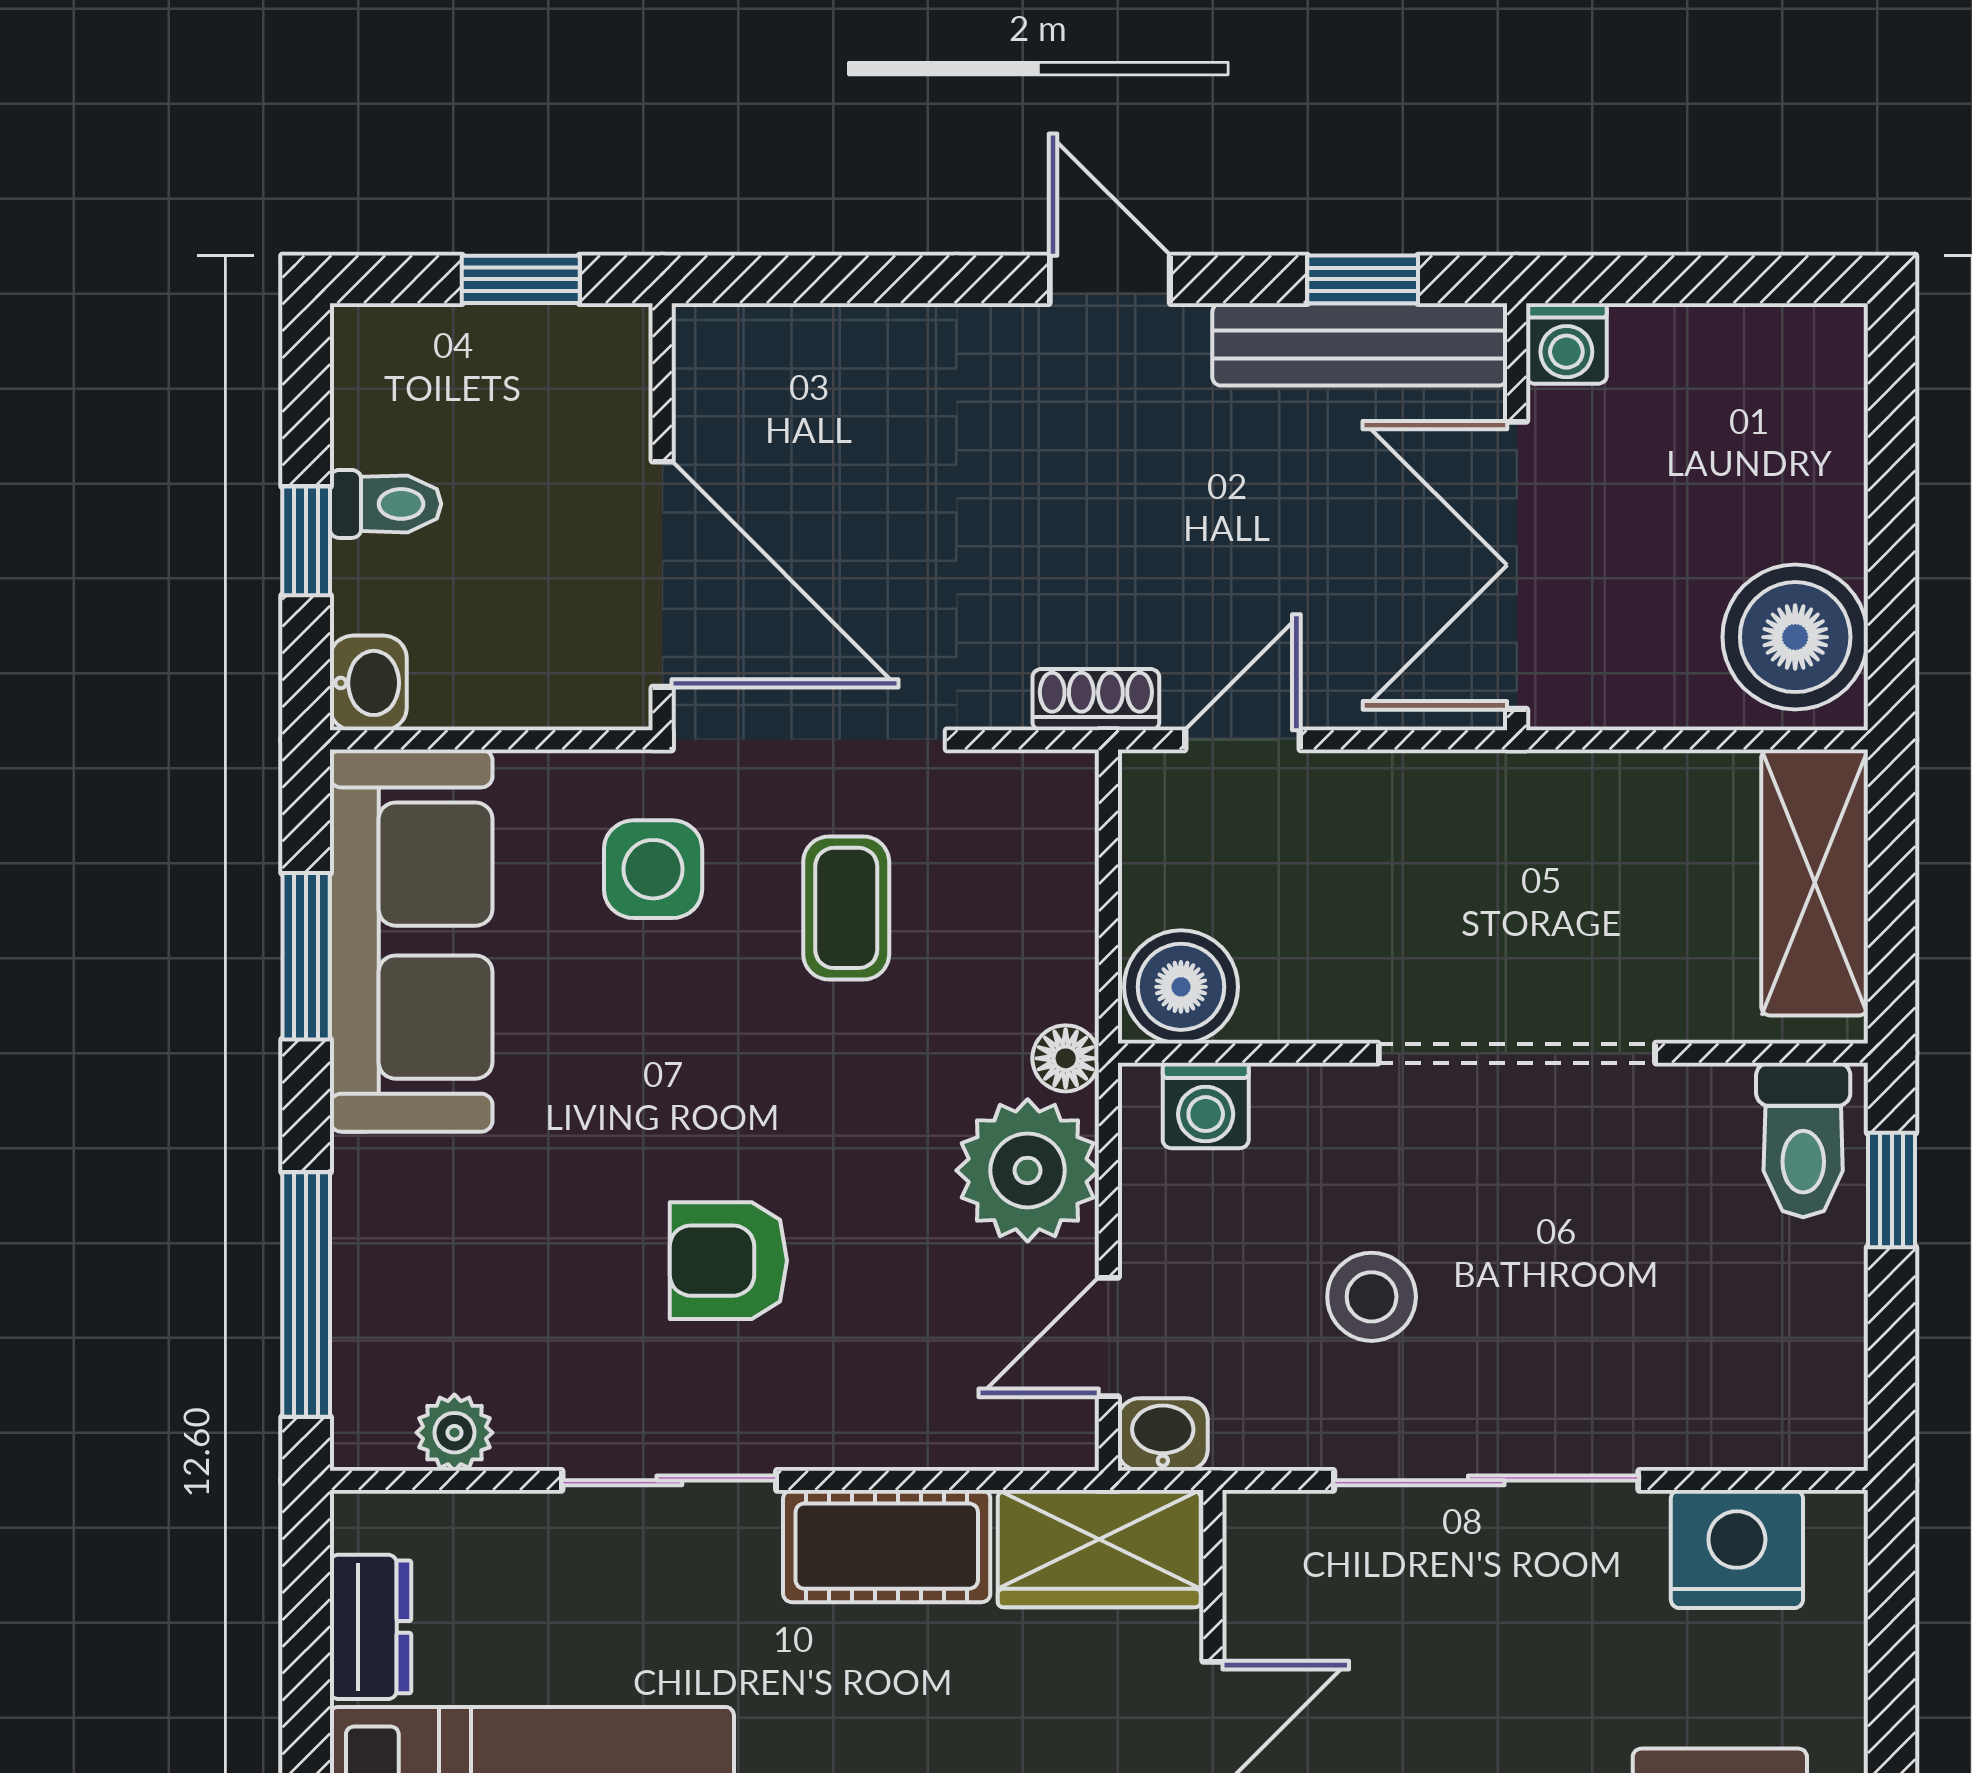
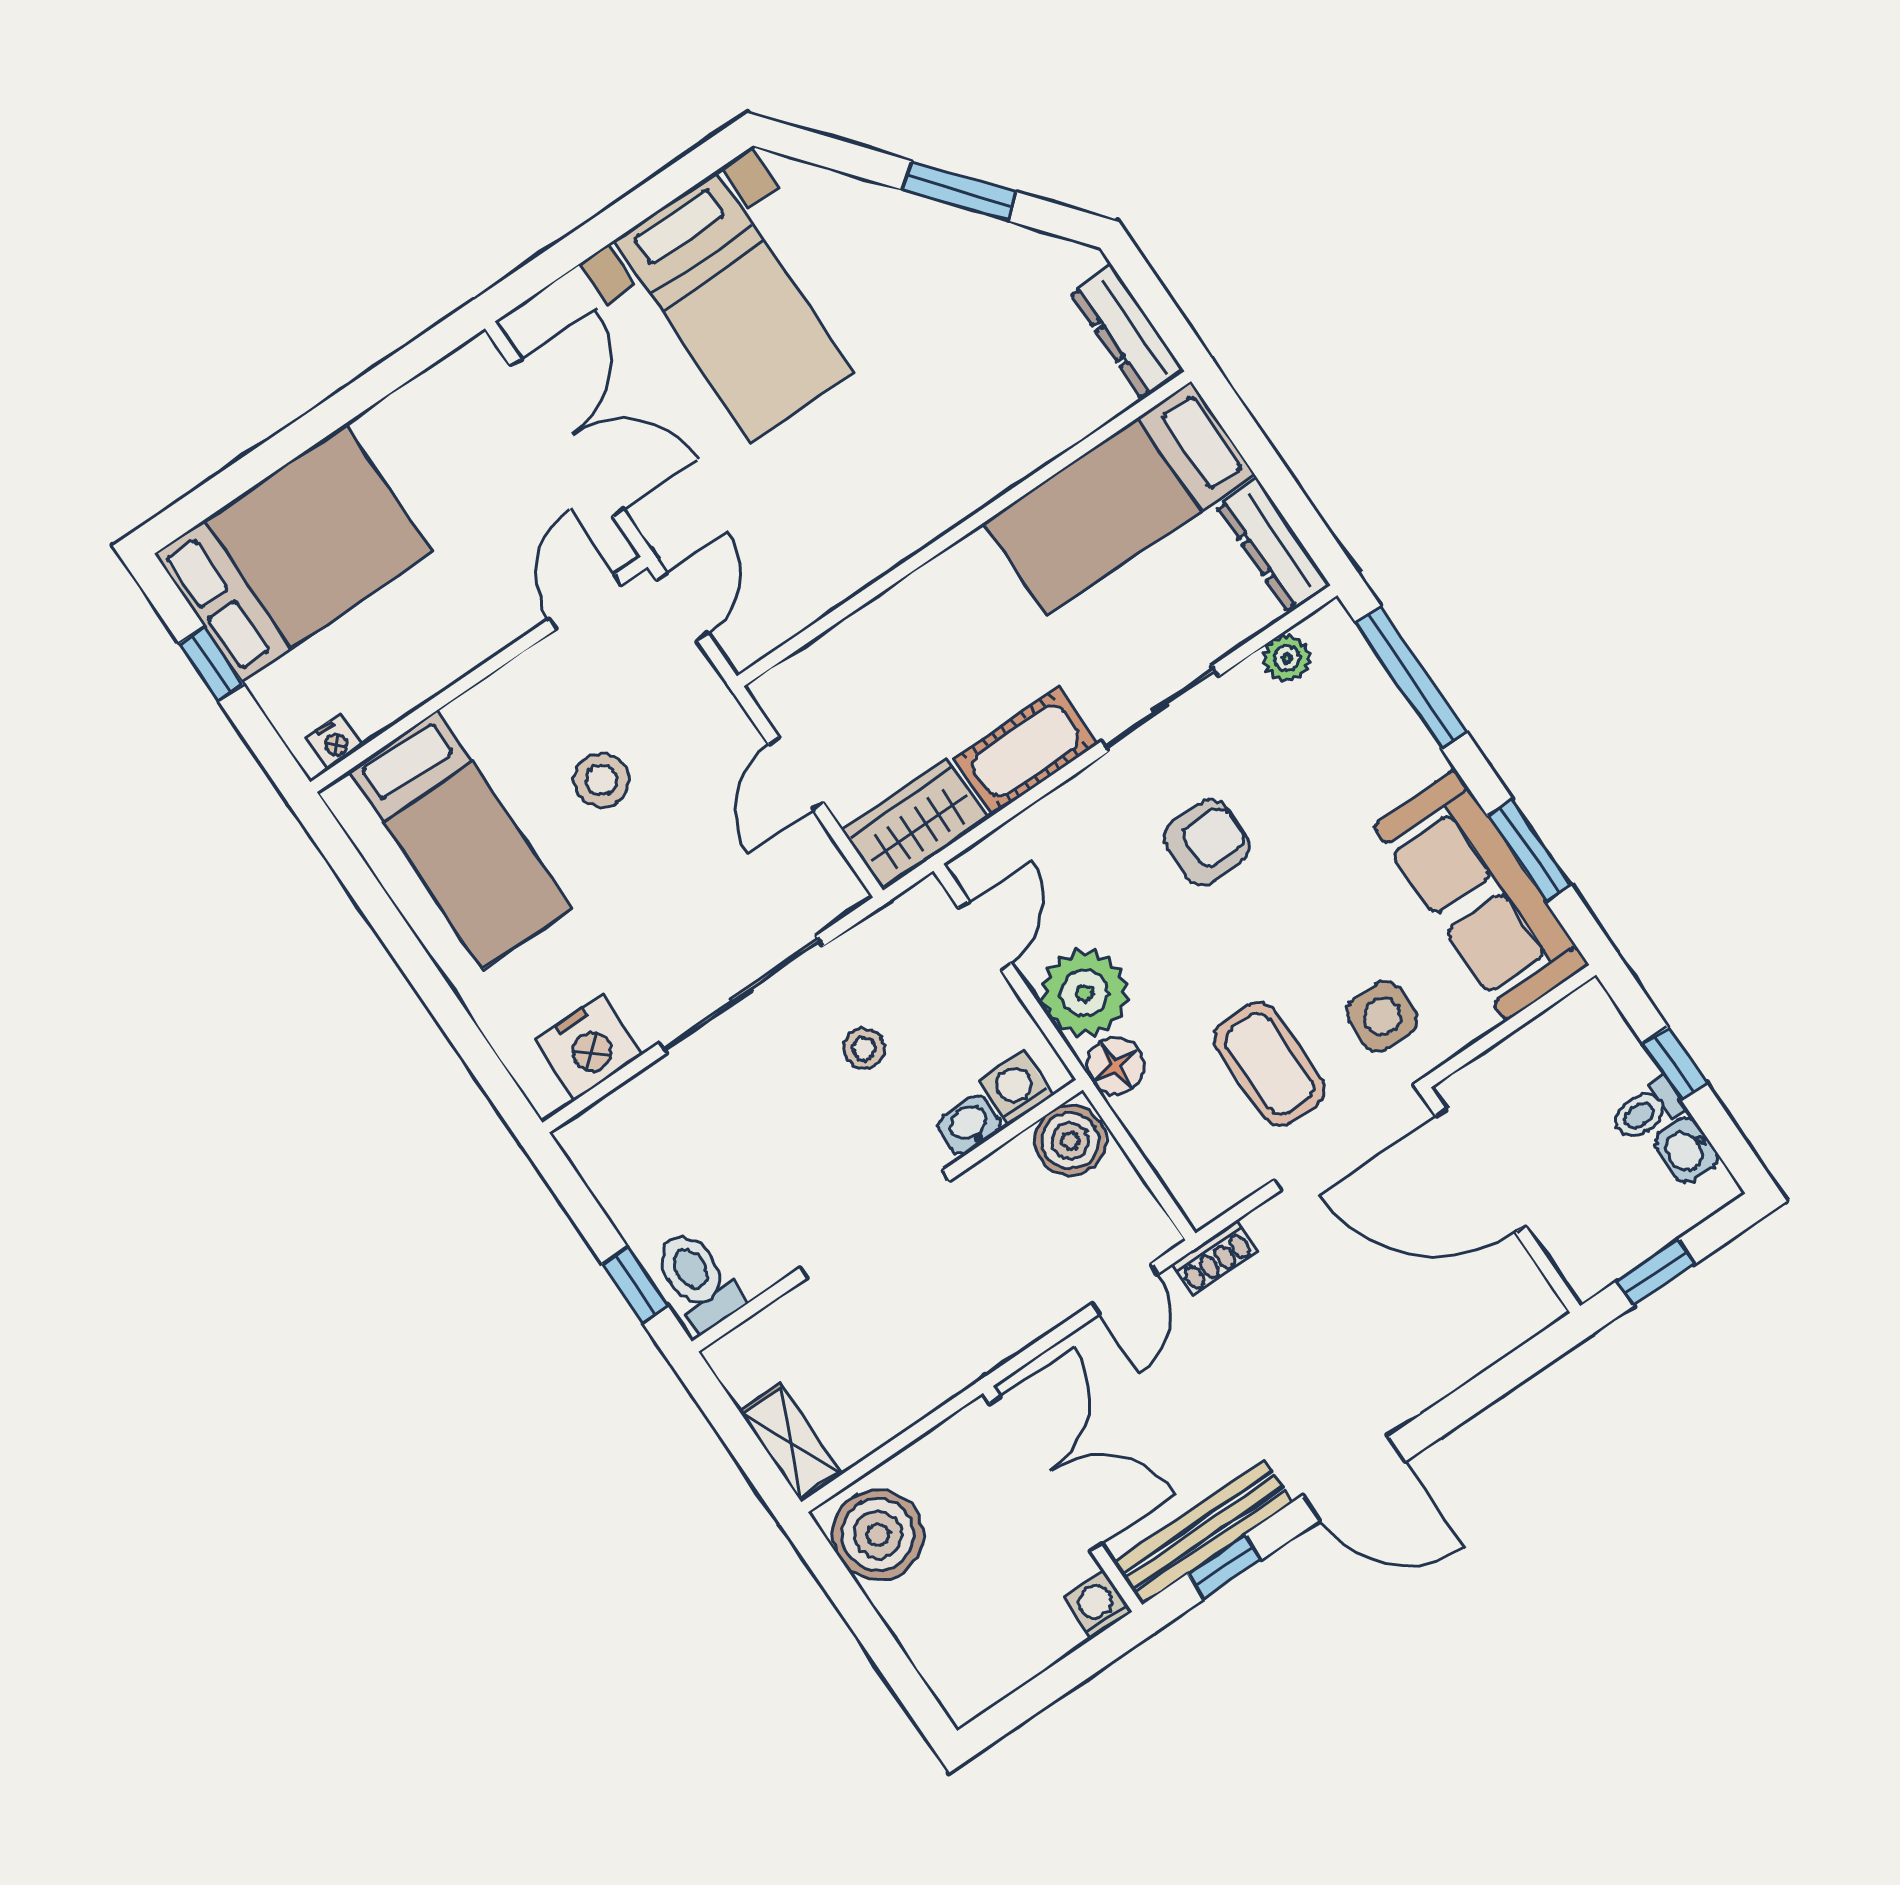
door: (1110, 279) -> (1354, 1478), width x1.38
washbasin: (368, 683) -> (1687, 1150), moved
shelving: (1815, 882) -> (791, 1443), width x0.67, depth x0.75
coffee table: (846, 908) -> (1269, 1064), width x1.36, depth x1.30
floor lamp: (1066, 1058) -> (1115, 1066), width x1.37, depth x1.37
stool: (1372, 1297) -> (864, 1048), width x0.73, depth x0.73
washbasin: (1163, 1434) -> (970, 1125), moved, turned 180
dresser: (371, 1627) -> (1273, 545), width x1.44

